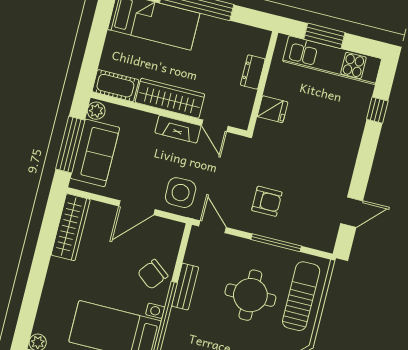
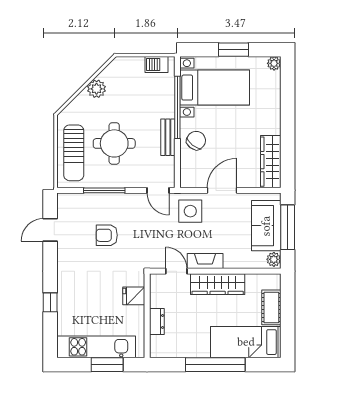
cot: (115, 86) -> (271, 307), moved, turned 90
window: (377, 110) -> (50, 302), moved
armchair: (267, 201) -> (107, 235), moved

